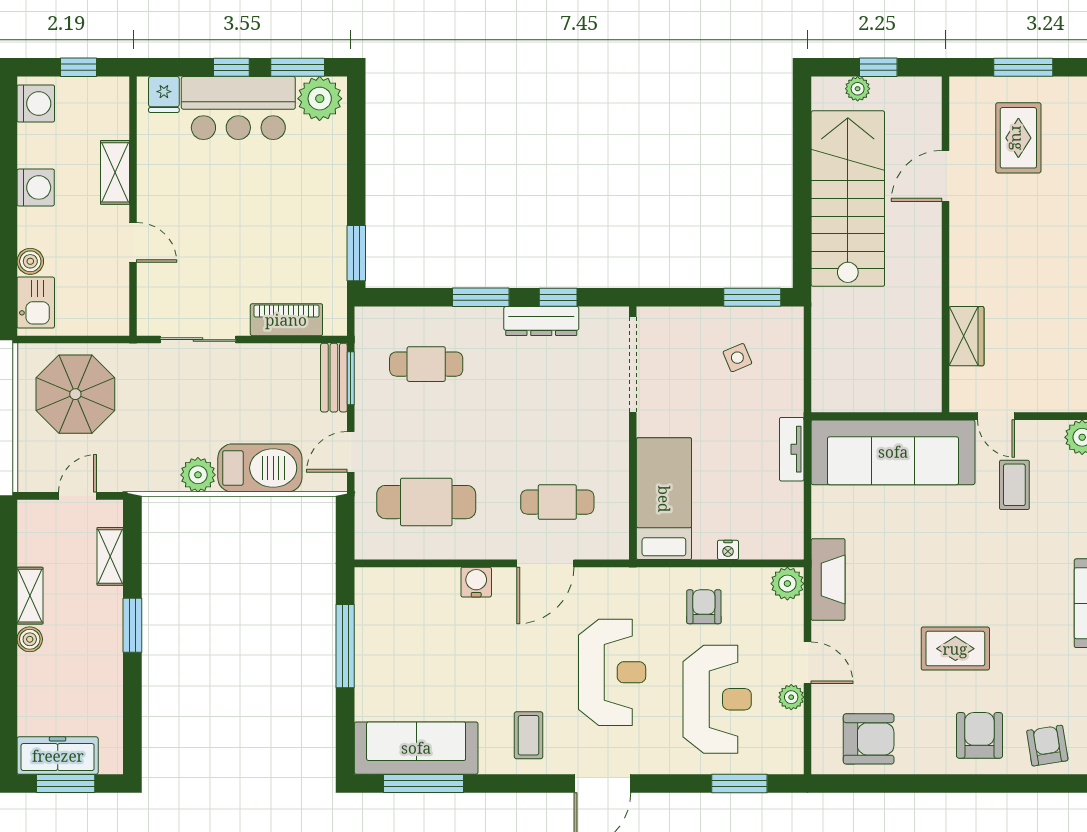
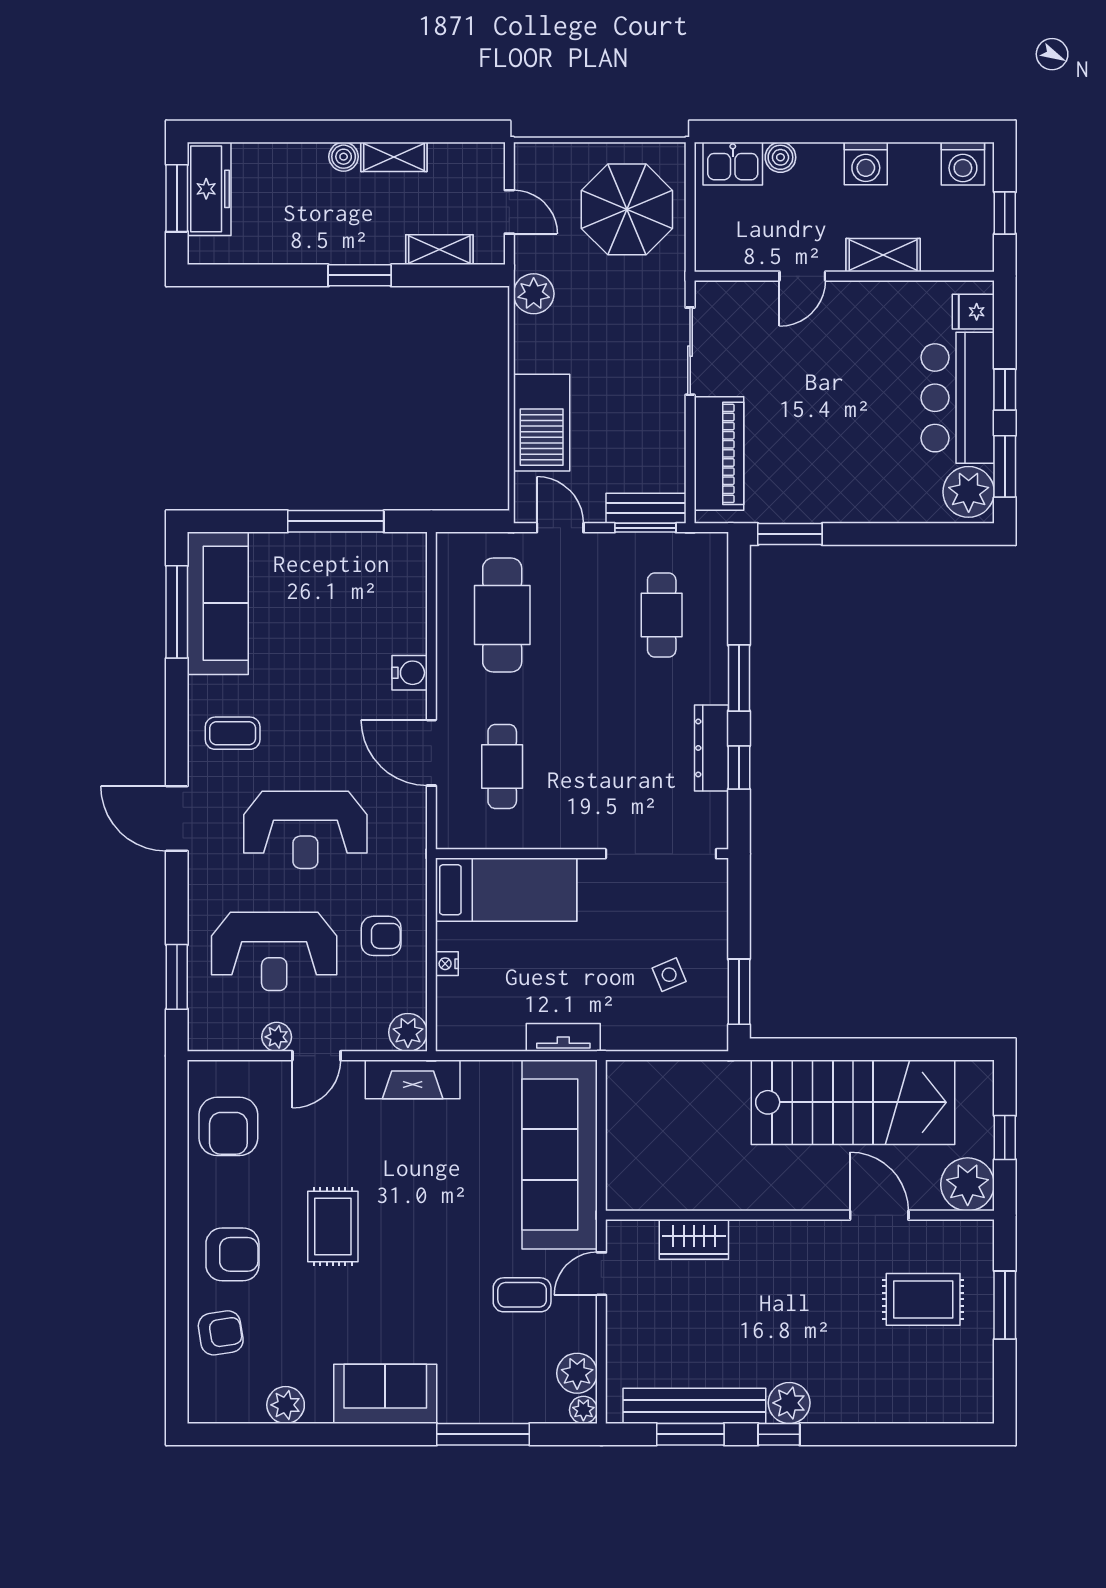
plant: (858, 89) -> (968, 1184), moved, width x1.87, depth x1.87
piano: (286, 320) -> (719, 453), width x1.37, depth x1.33
plant: (198, 475) -> (534, 294), moved

